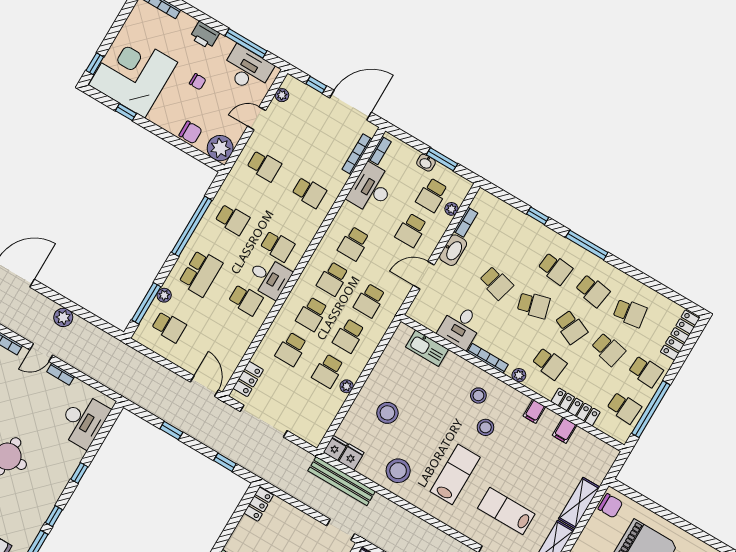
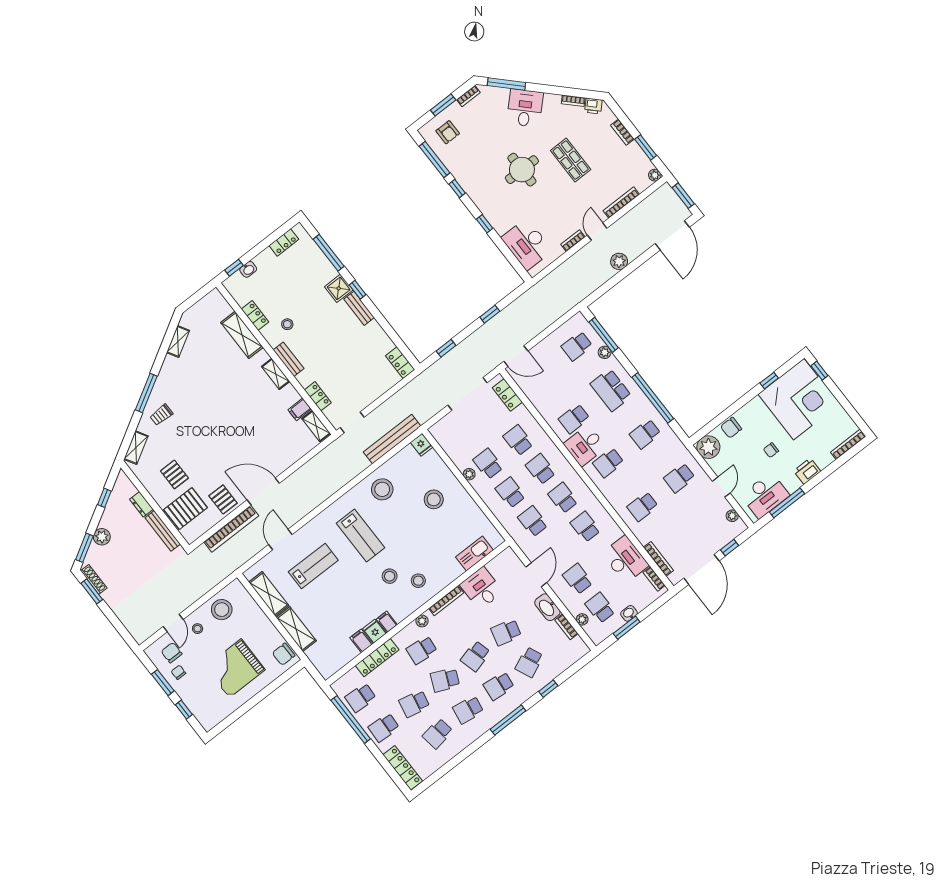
school desk: (518, 246) -> (529, 662), added
fridge: (351, 457) -> (374, 631), moved, turned 180

